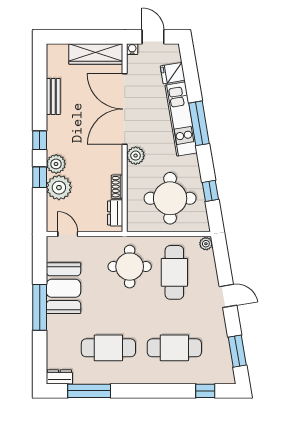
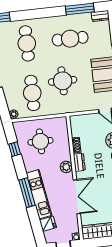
double door: (125, 109) -> (77, 197), width x0.73
round table: (170, 198) -> (40, 141), width x0.73, depth x0.73
dresser: (115, 213) -> (79, 162), moved
round table: (130, 267) -> (63, 81), moved
cafe table: (174, 348) -> (27, 43), turned 90

